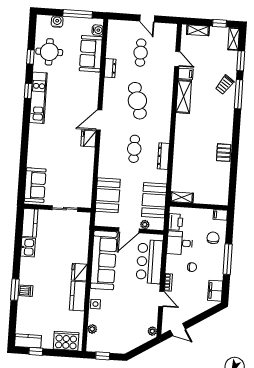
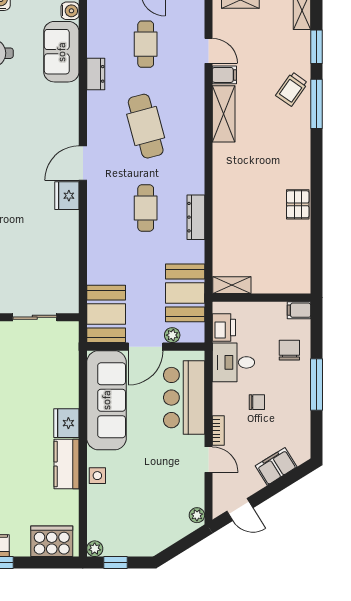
booth: (108, 195) -> (106, 314), moved
filing cabinet: (215, 291) -> (276, 466), moved, turned 58
plant: (92, 329) -> (95, 549), moved

